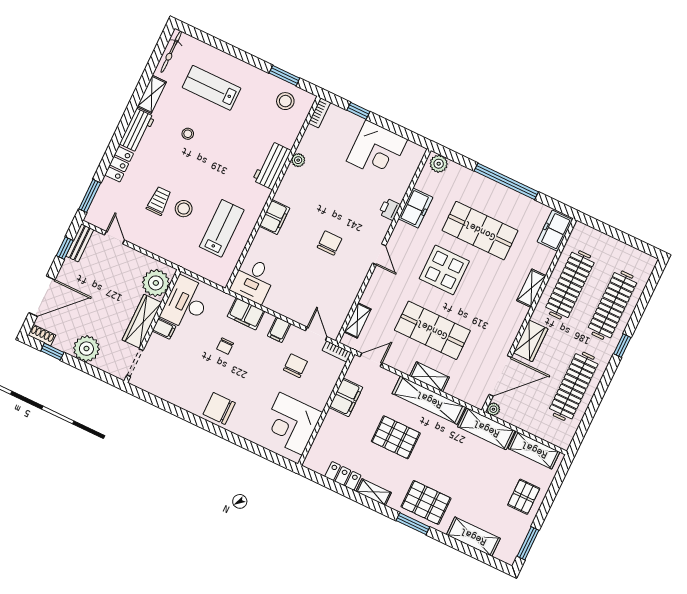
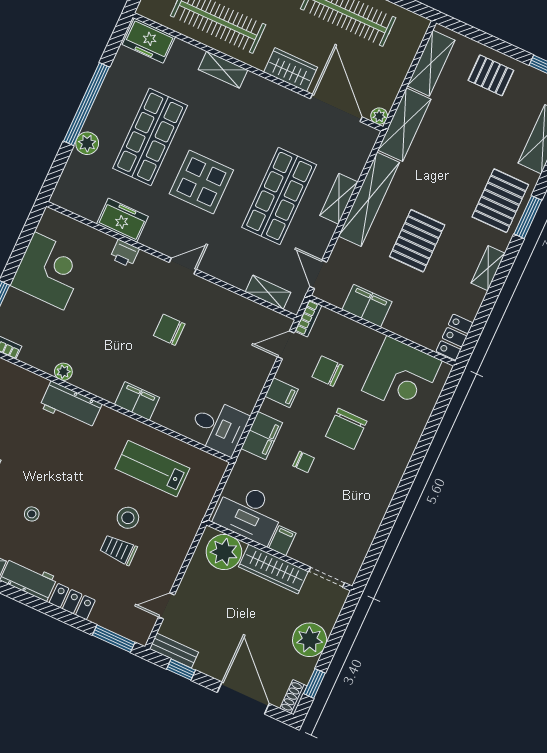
plant: (439, 164) -> (87, 143), moved
chair: (219, 408) -> (346, 429), moved
locker: (343, 476) -> (455, 337), moved

